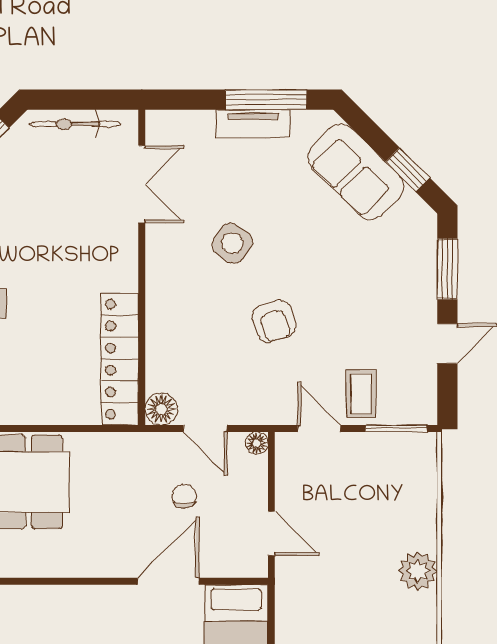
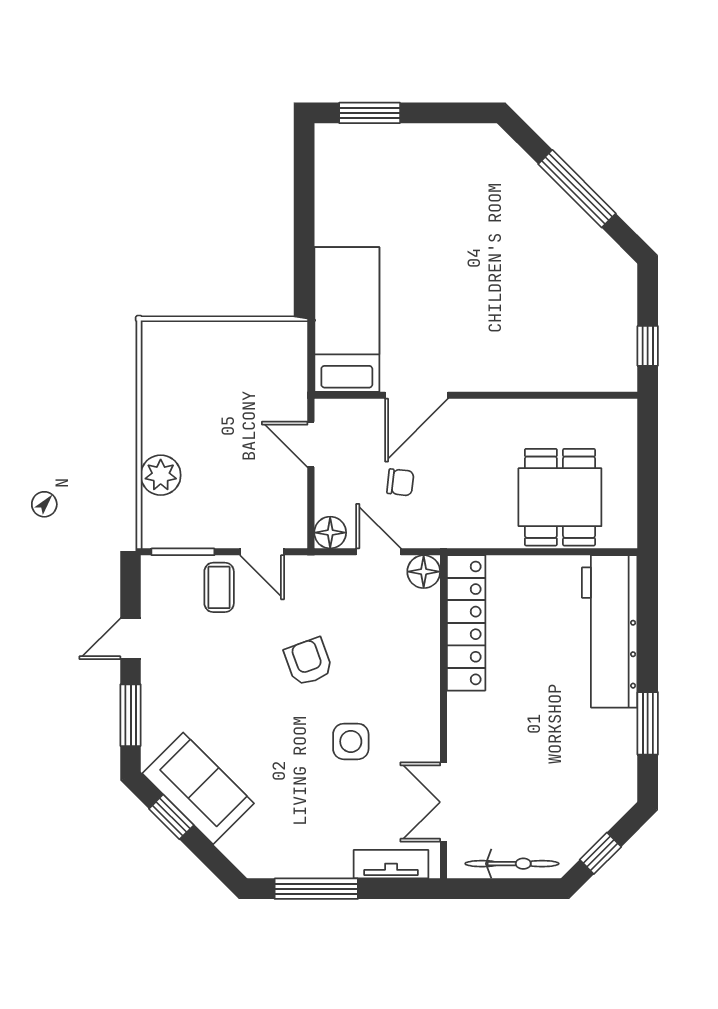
tv unit: (253, 124) -> (391, 864), moved
sofa: (356, 172) -> (198, 788), moved
side table: (232, 243) -> (351, 741), turned -35
floor lamp: (257, 443) -> (330, 533), width x1.37, depth x1.37
chair: (184, 496) -> (400, 482), turned -84
plant: (418, 571) -> (161, 475), moved

